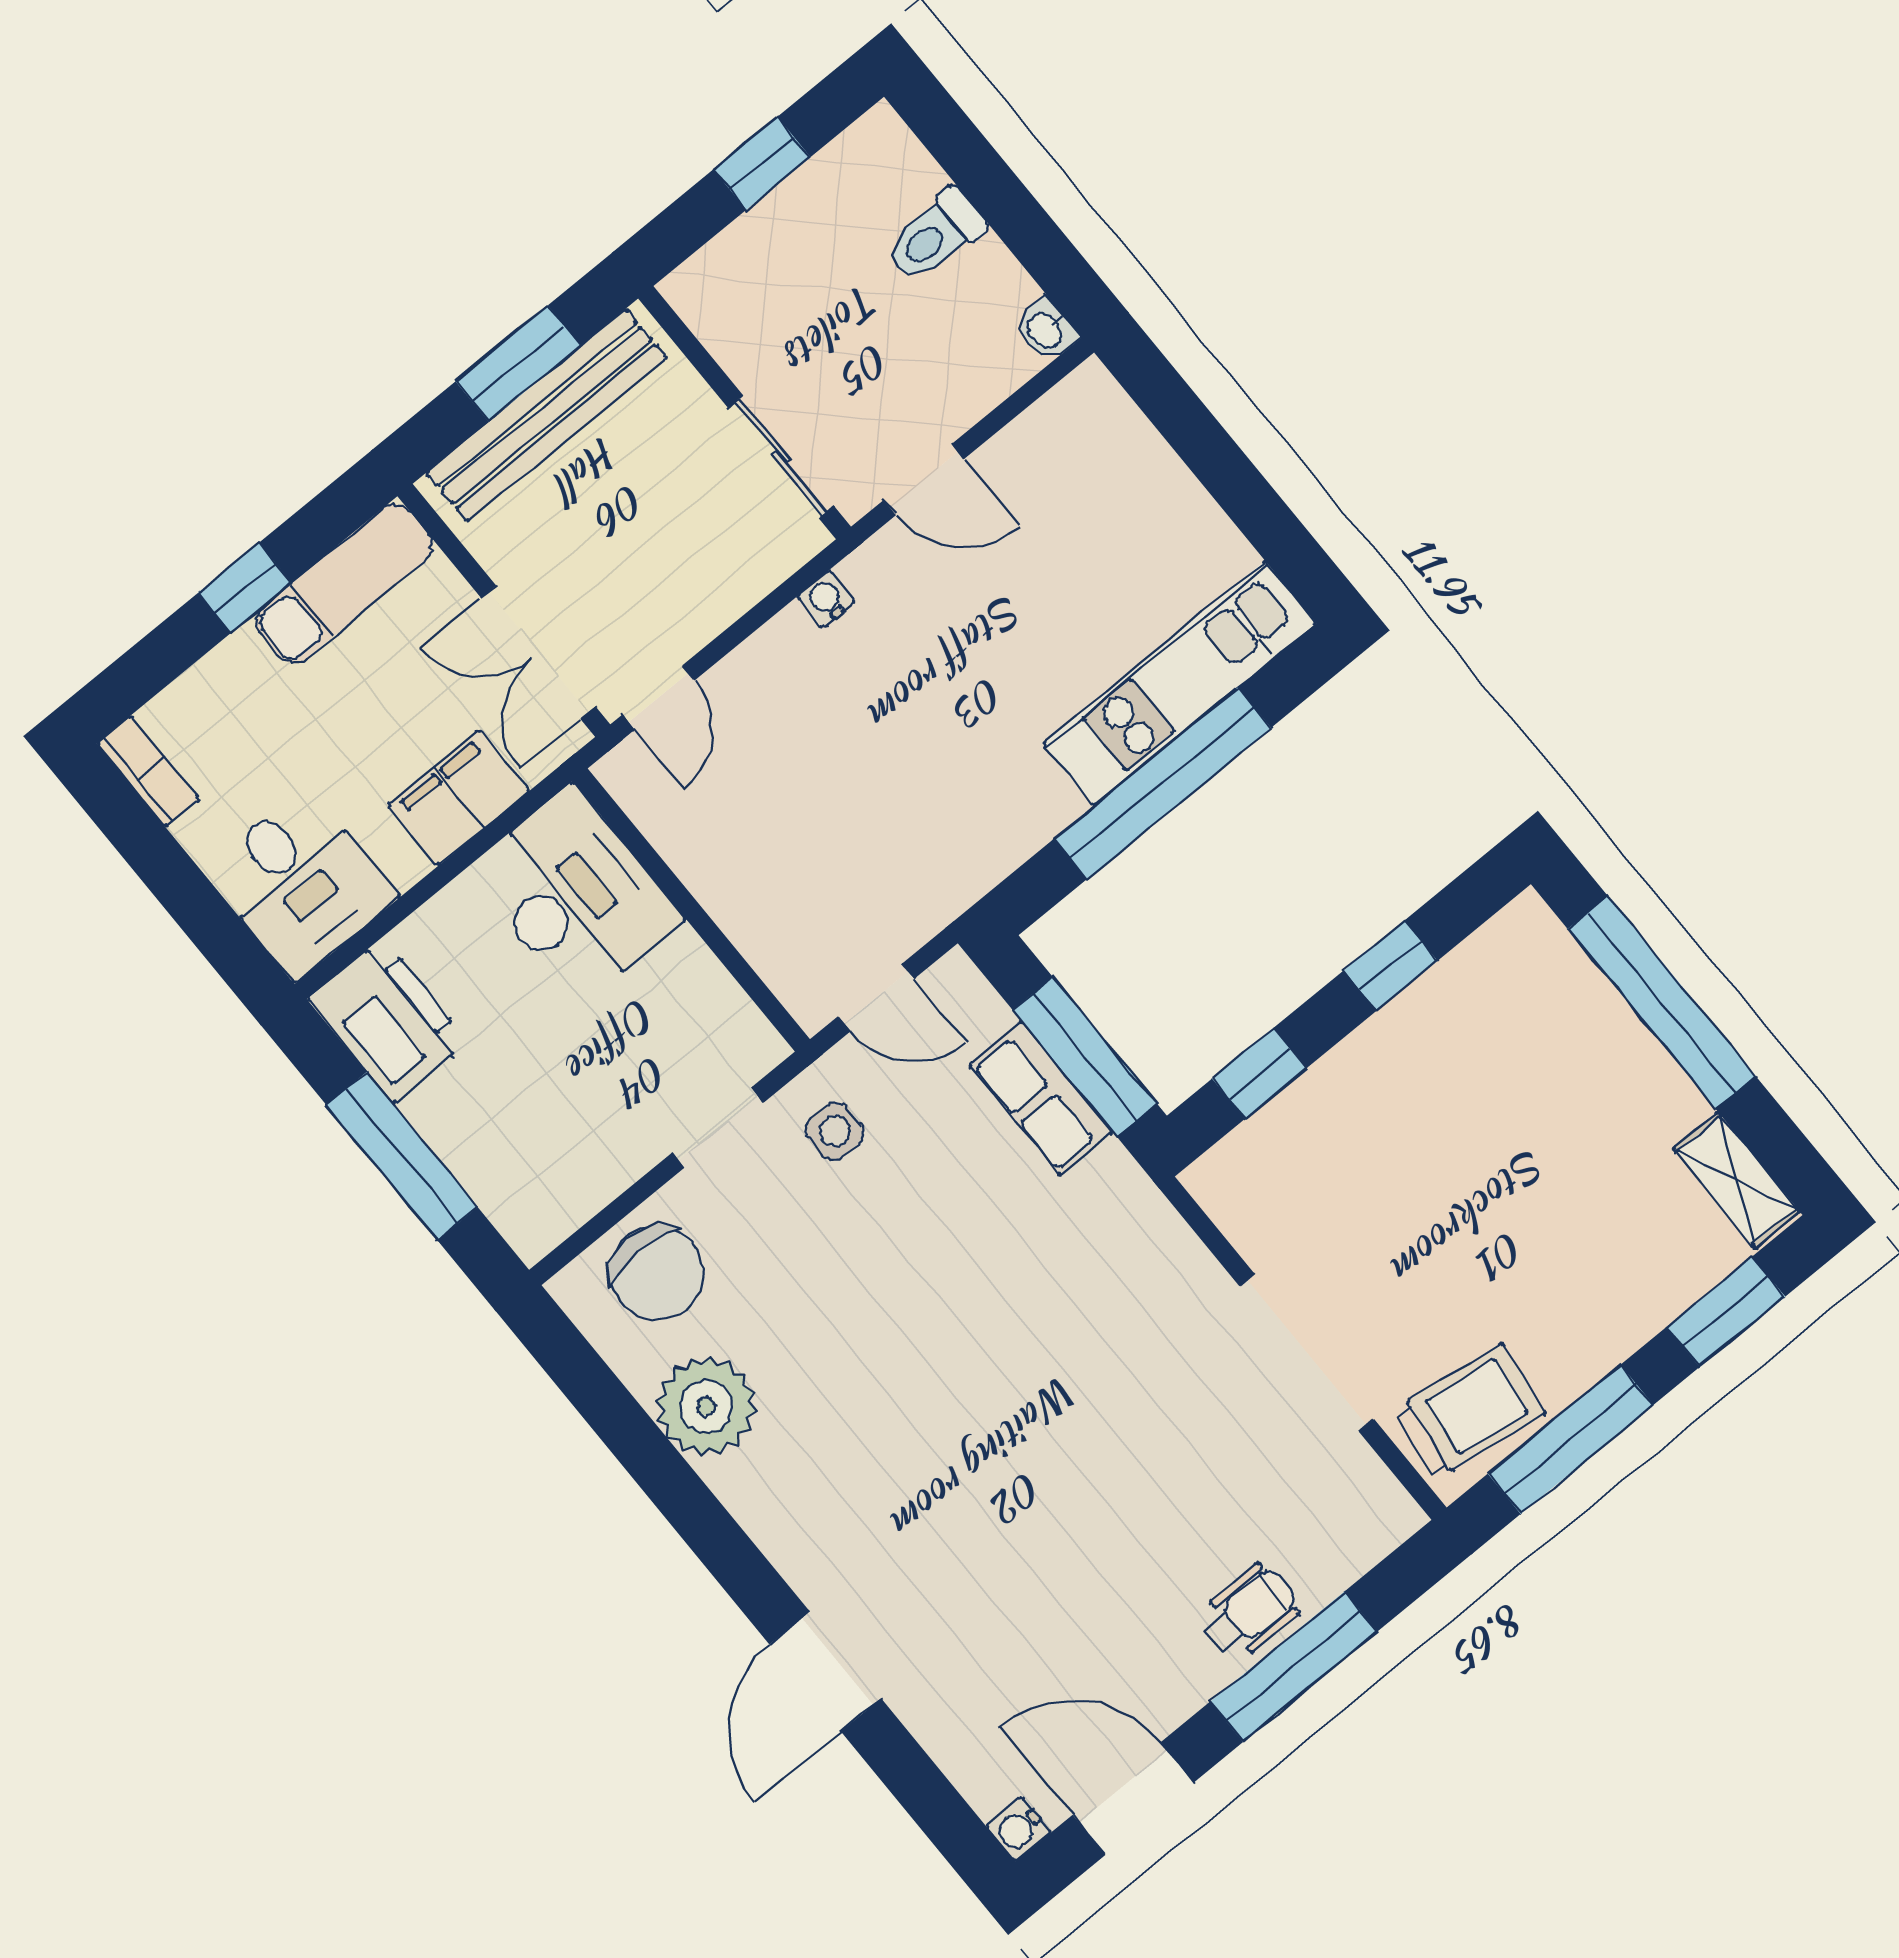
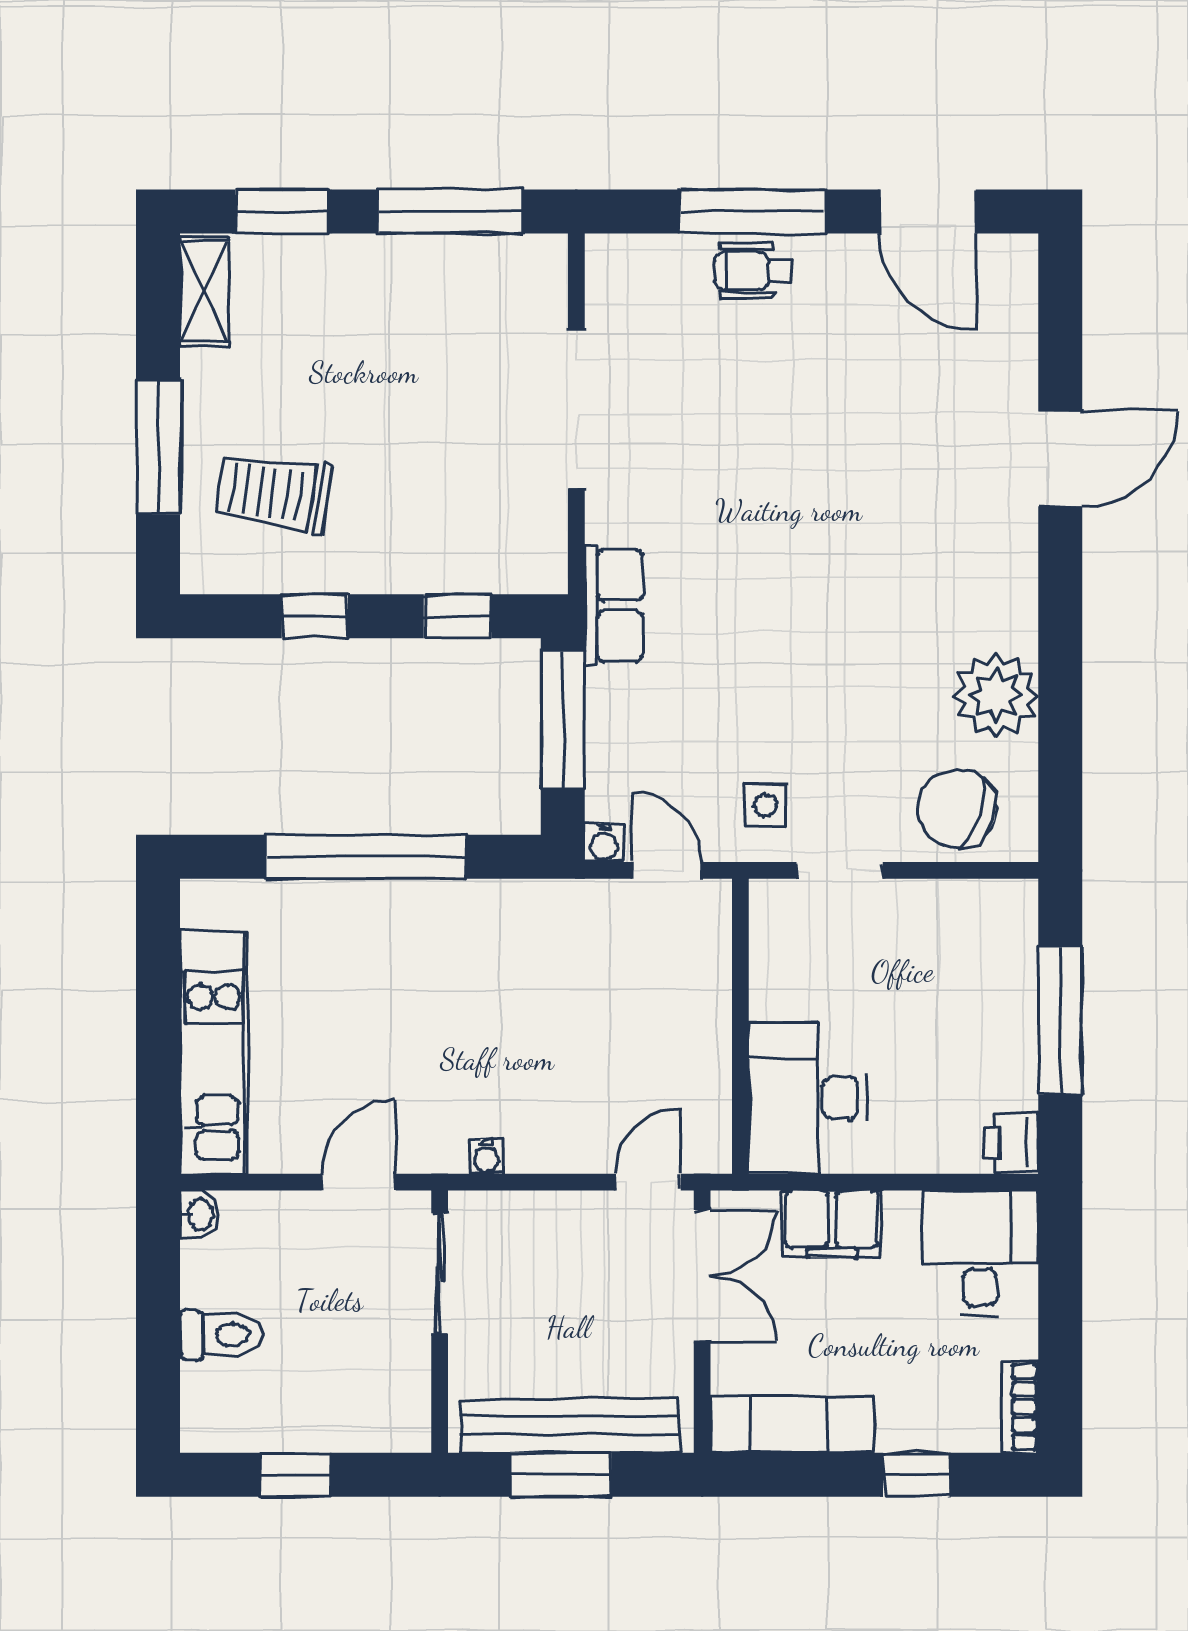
door: (924, 480) -> (359, 1182), hinge flipped
window: (245, 588) -> (916, 1475), moved
kitchen unit: (1180, 683) -> (214, 1053), moved, turned -90
window: (1662, 1002) -> (158, 447), width x0.68
printer: (388, 1021) -> (1011, 1143), width x0.53, depth x0.68
row of seats: (1041, 1099) -> (614, 605), moved
chair: (657, 1273) -> (957, 809), turned -72
trolley: (1469, 1412) -> (274, 493), moved
water cooler: (1018, 1829) -> (604, 843), moved, turned 90

